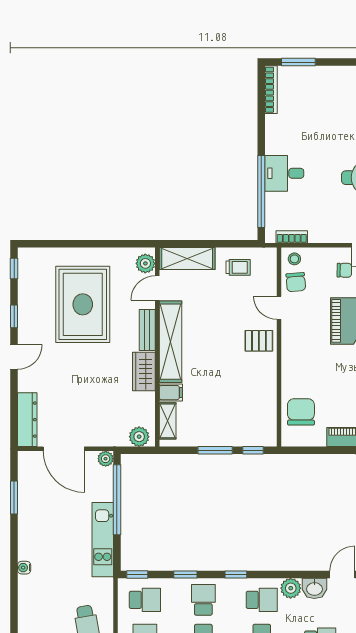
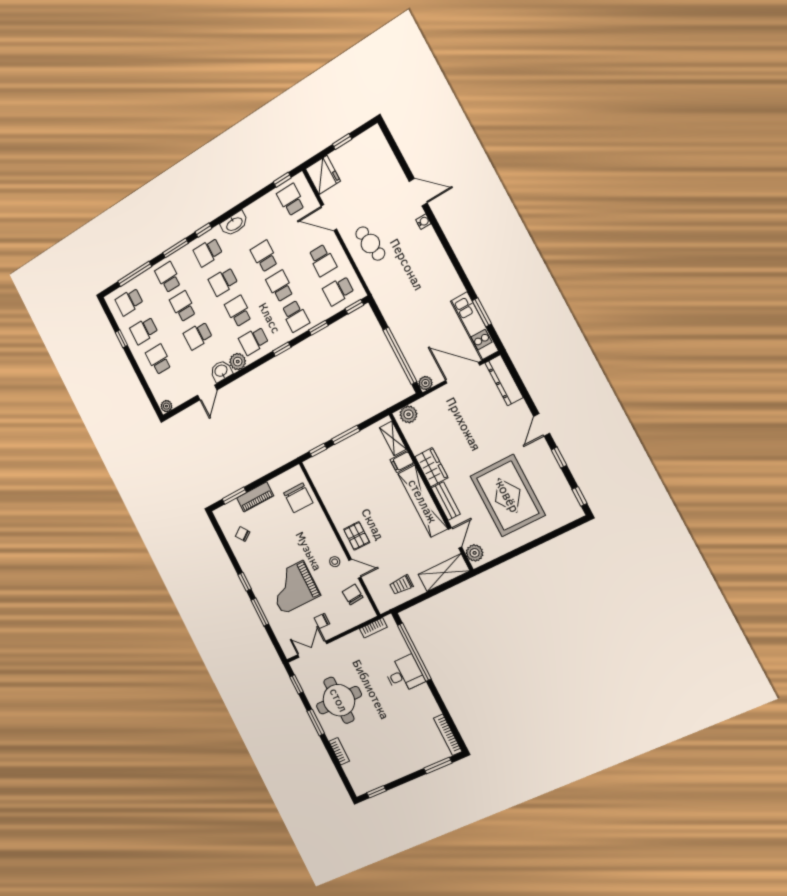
stool: (294, 259) -> (335, 562), moved
pallet: (259, 341) -> (357, 536), turned 90
kitchen unit: (103, 540) -> (474, 326), moved, turned 180
water cooler: (24, 568) -> (423, 222), moved

